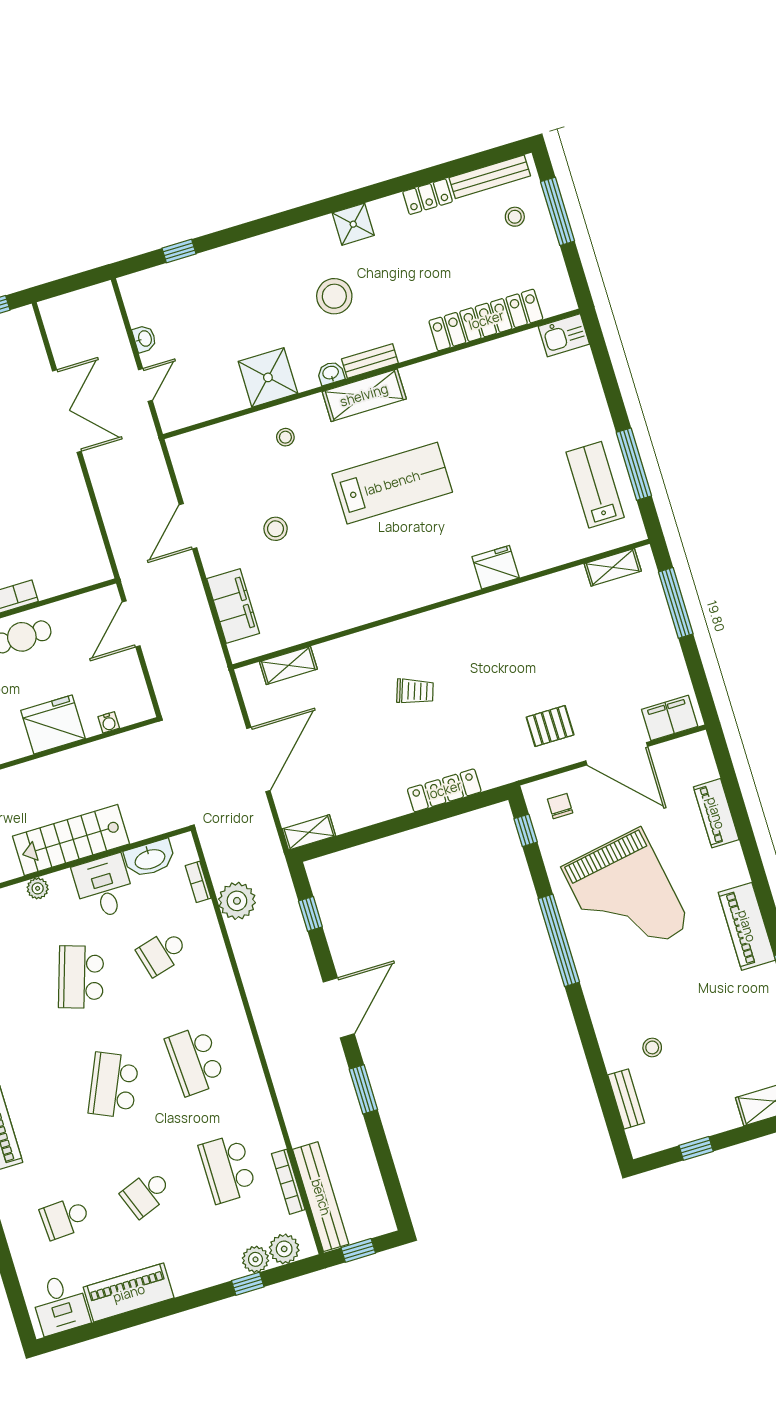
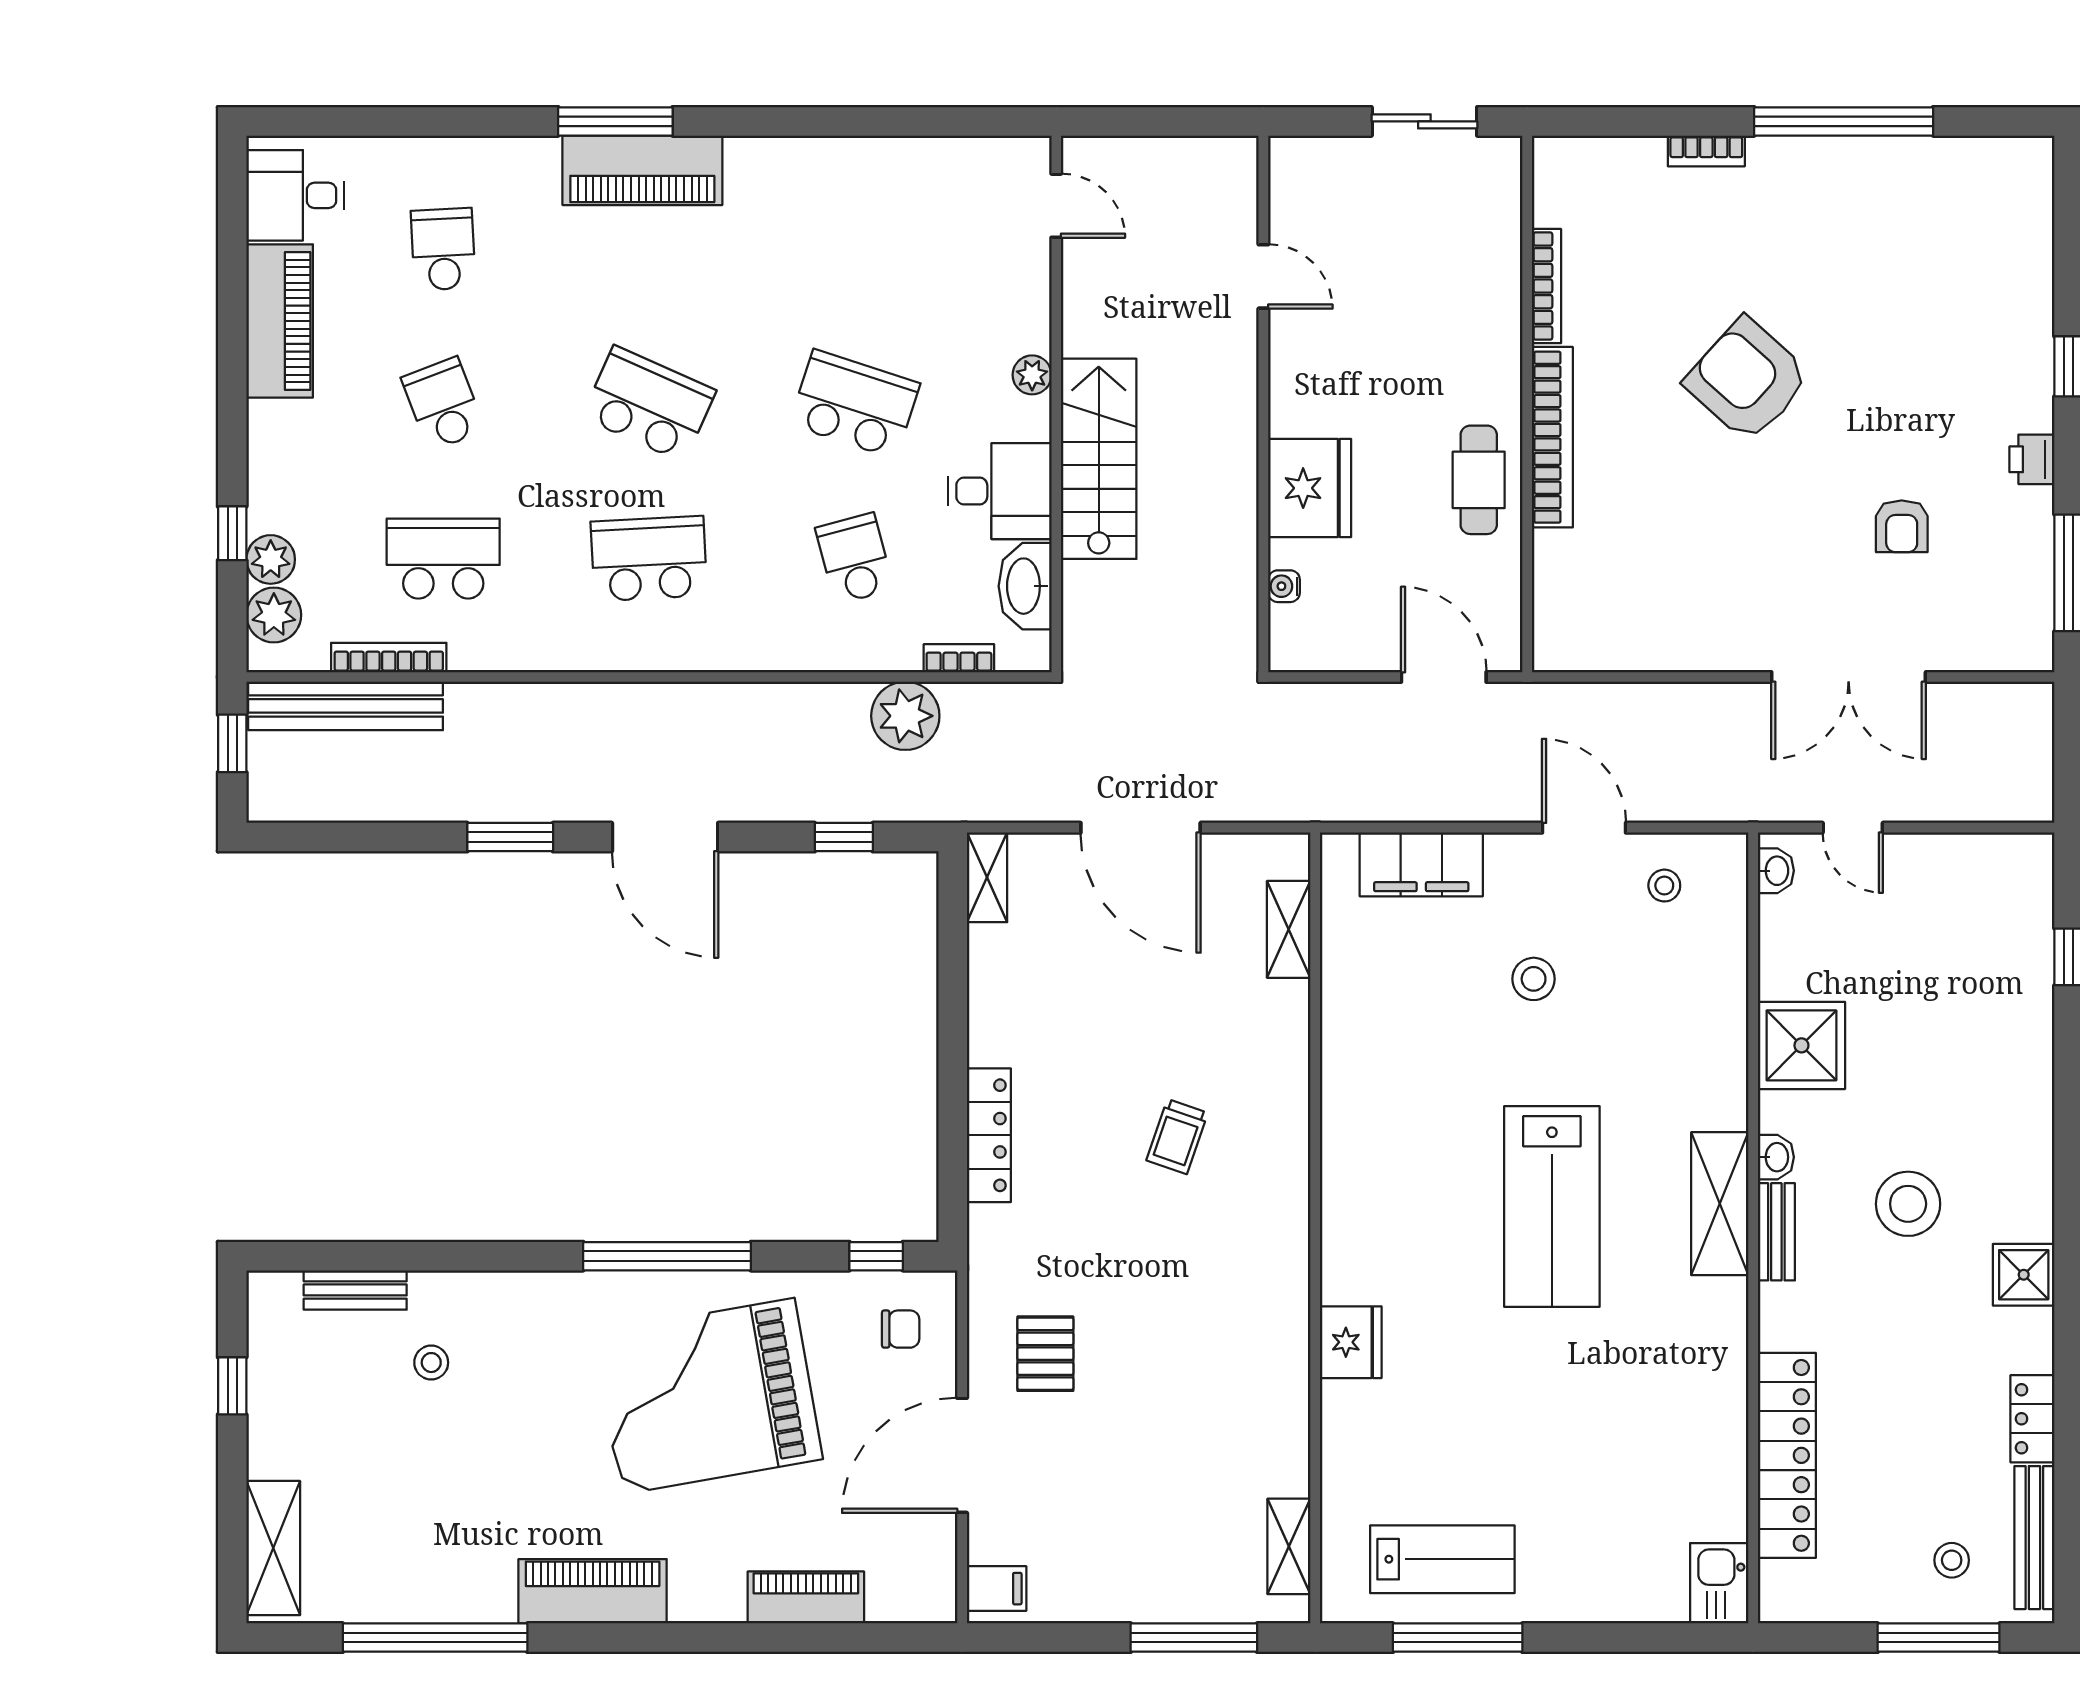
washbasin: (144, 339) -> (1776, 871), moved, turned -90
stool: (285, 437) -> (1664, 886), moved
filing cabinet: (670, 718) -> (997, 1589), width x0.50

